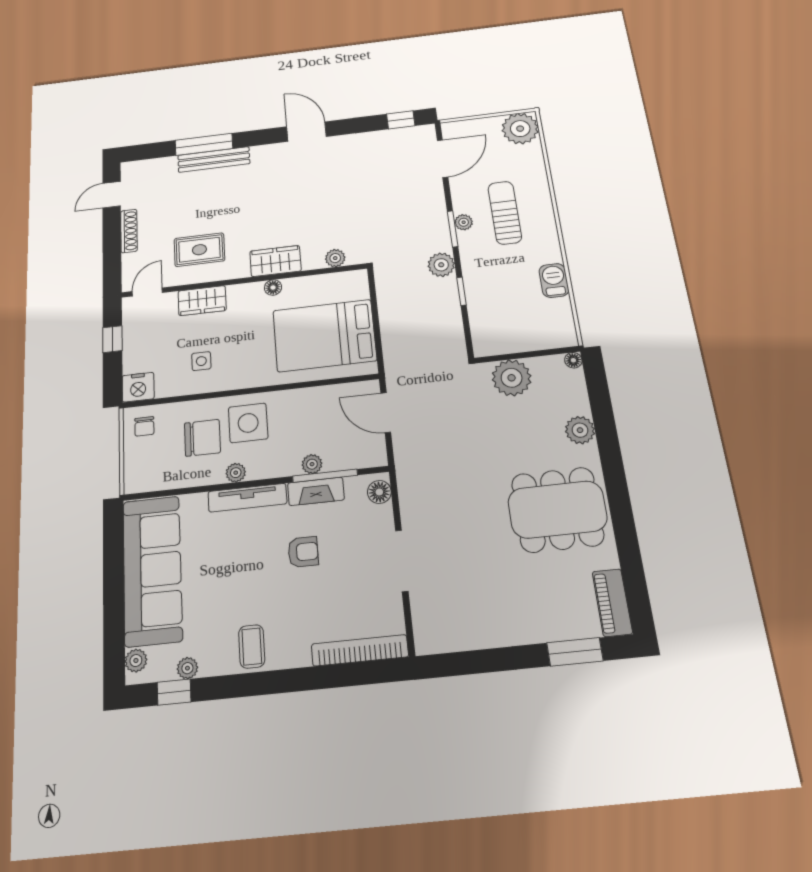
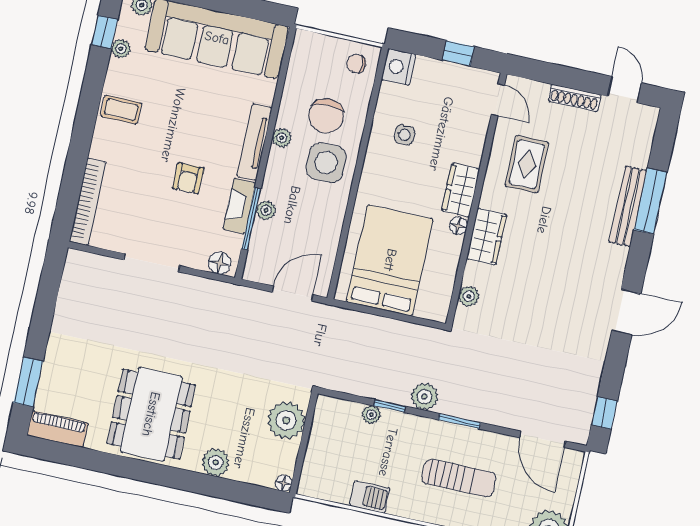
plant: (464, 222) -> (371, 414), moved
wardrobe: (202, 301) -> (461, 190), moved

